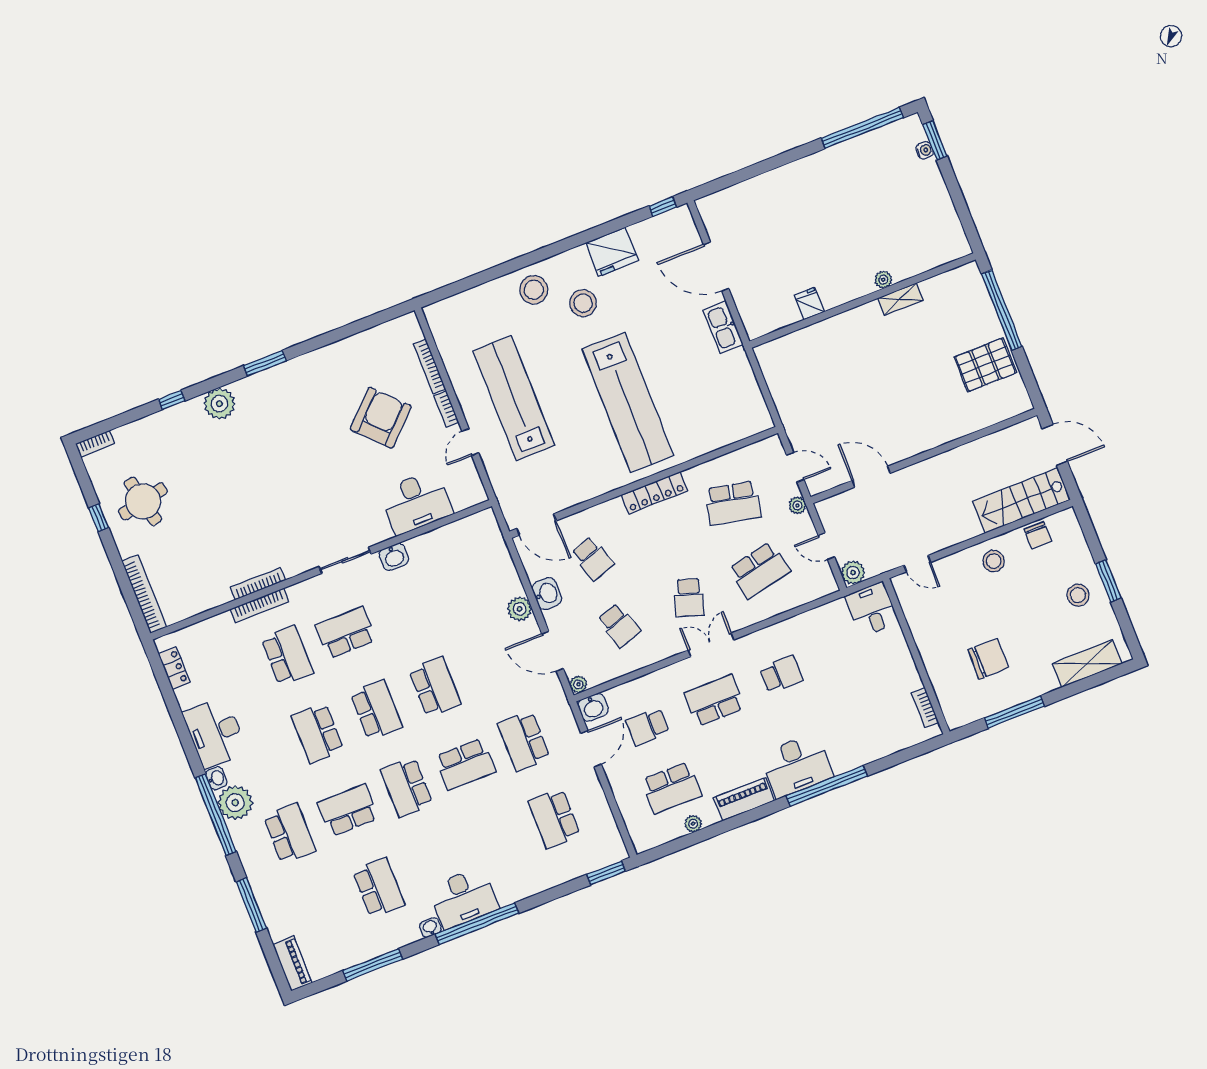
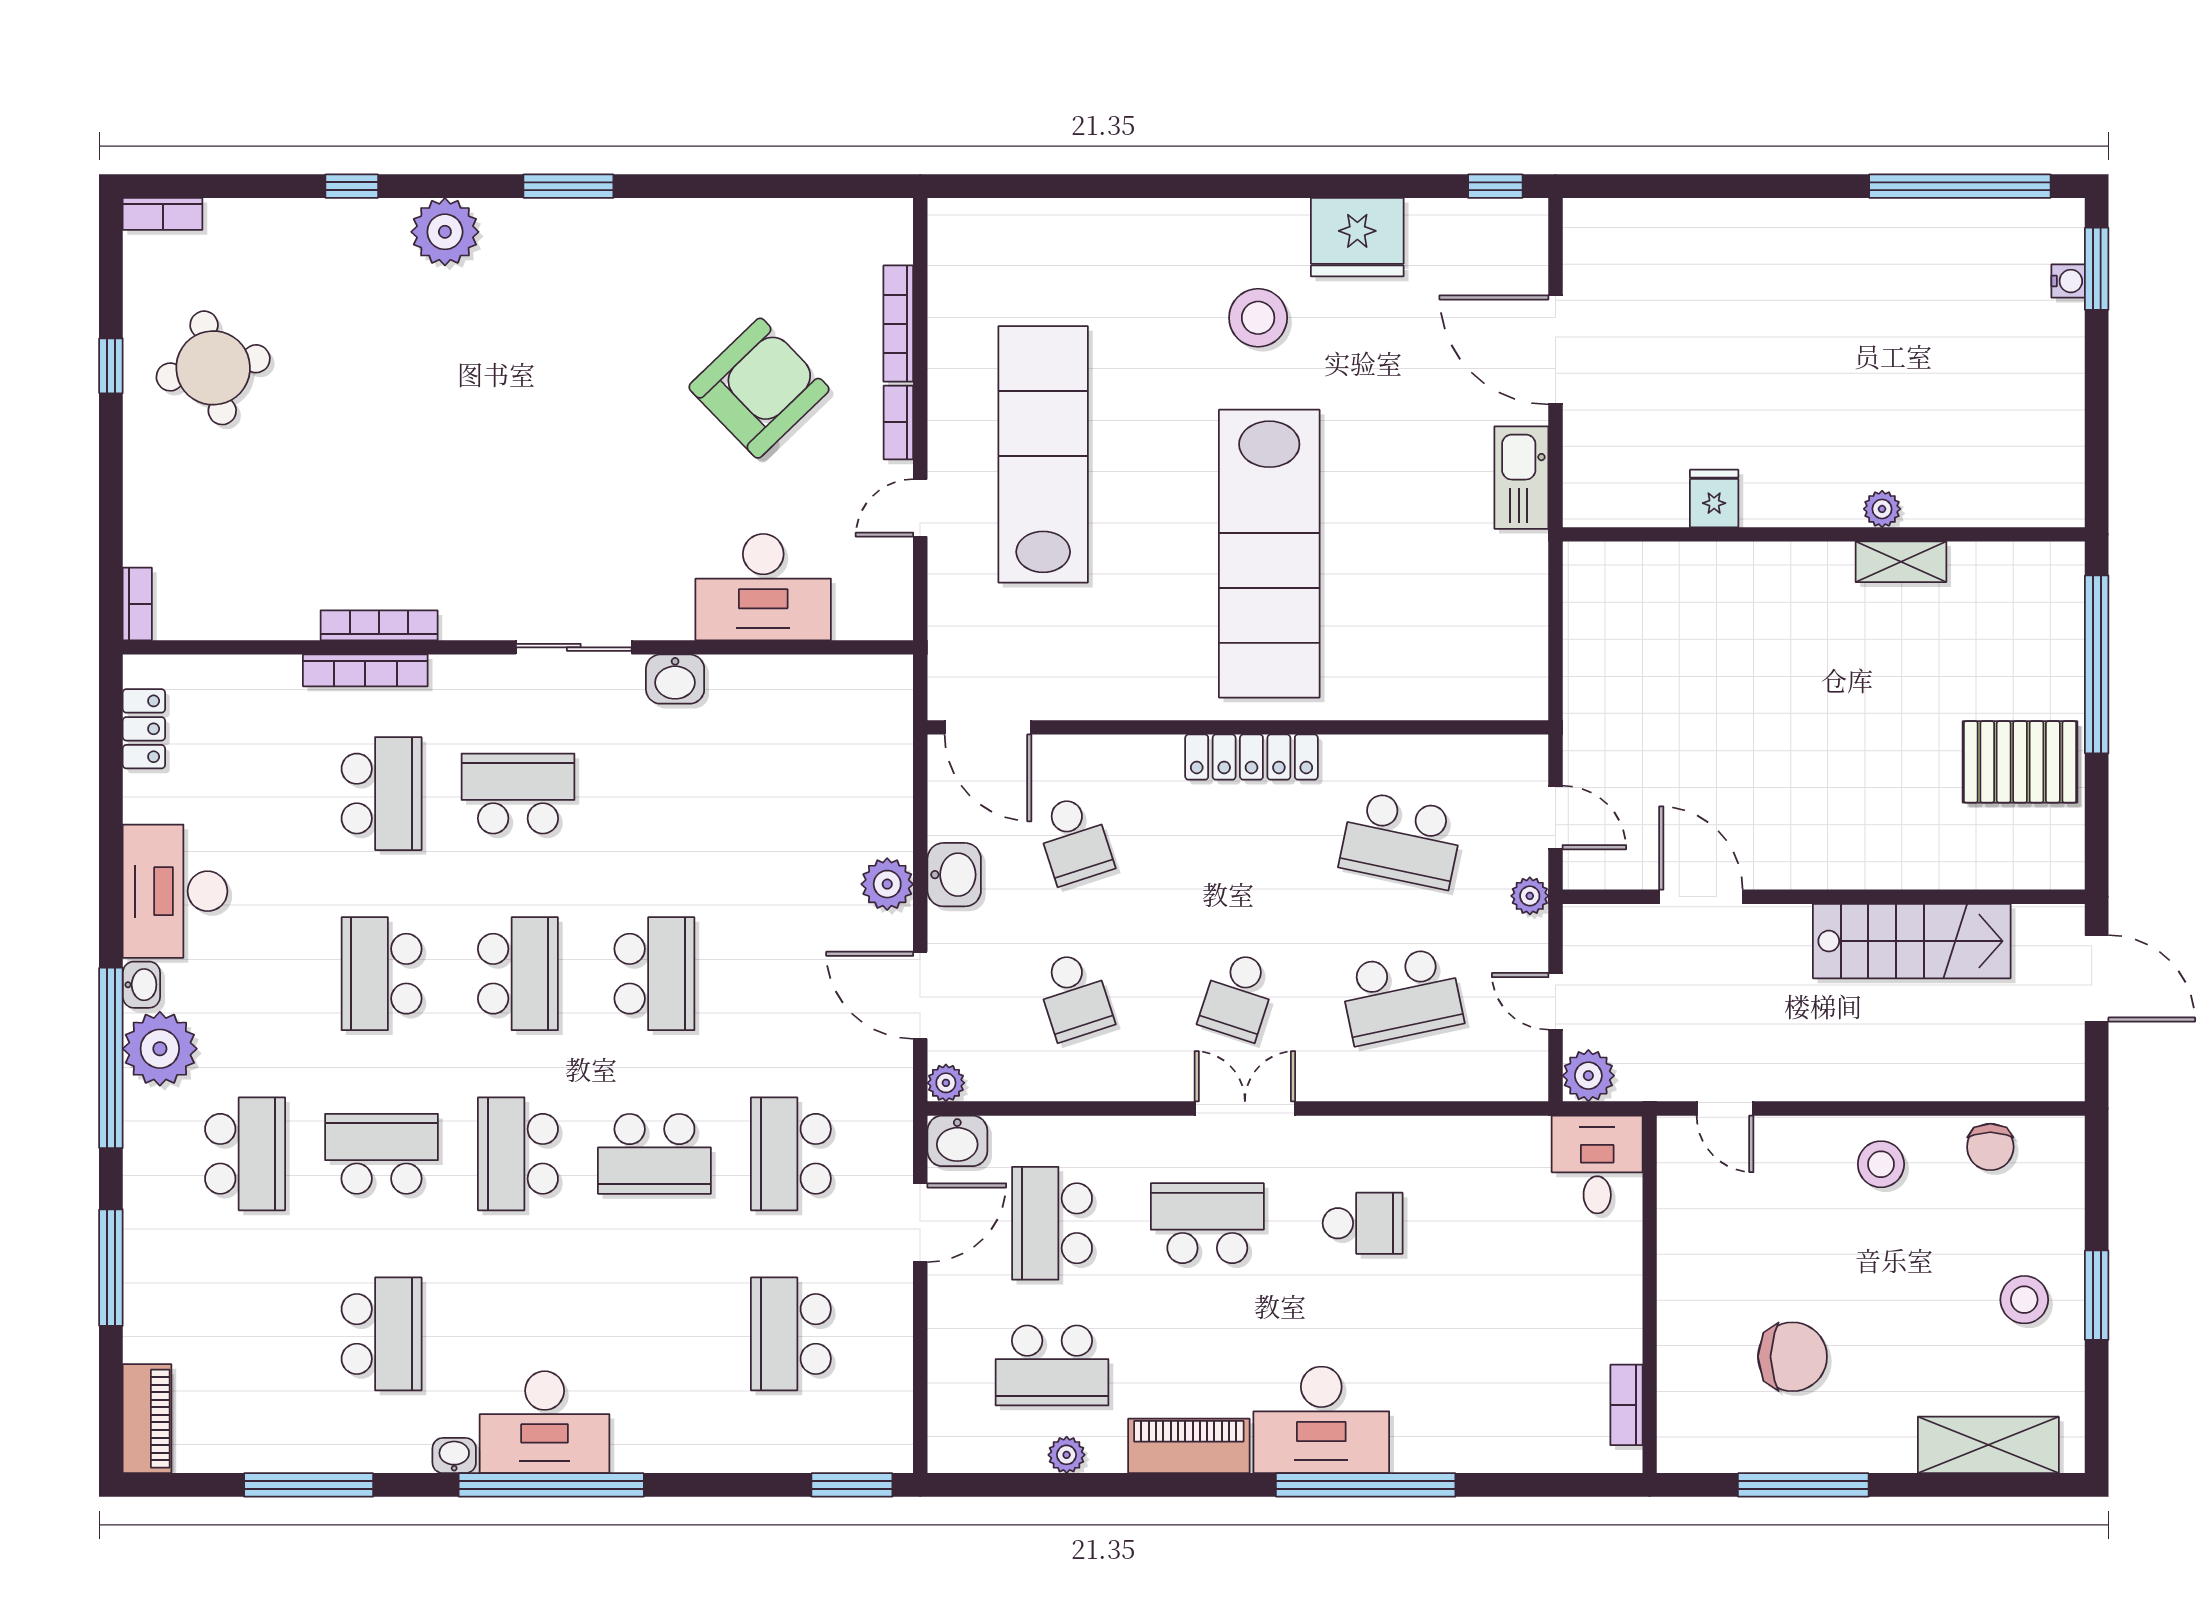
stool: (534, 290) -> (1169, 252), removed
stairs: (1021, 501) -> (1912, 941), moved, turned 180
bookcase: (144, 594) -> (137, 604), width x0.43, depth x0.76
school desk: (648, 727) -> (1052, 1223), width x1.85

